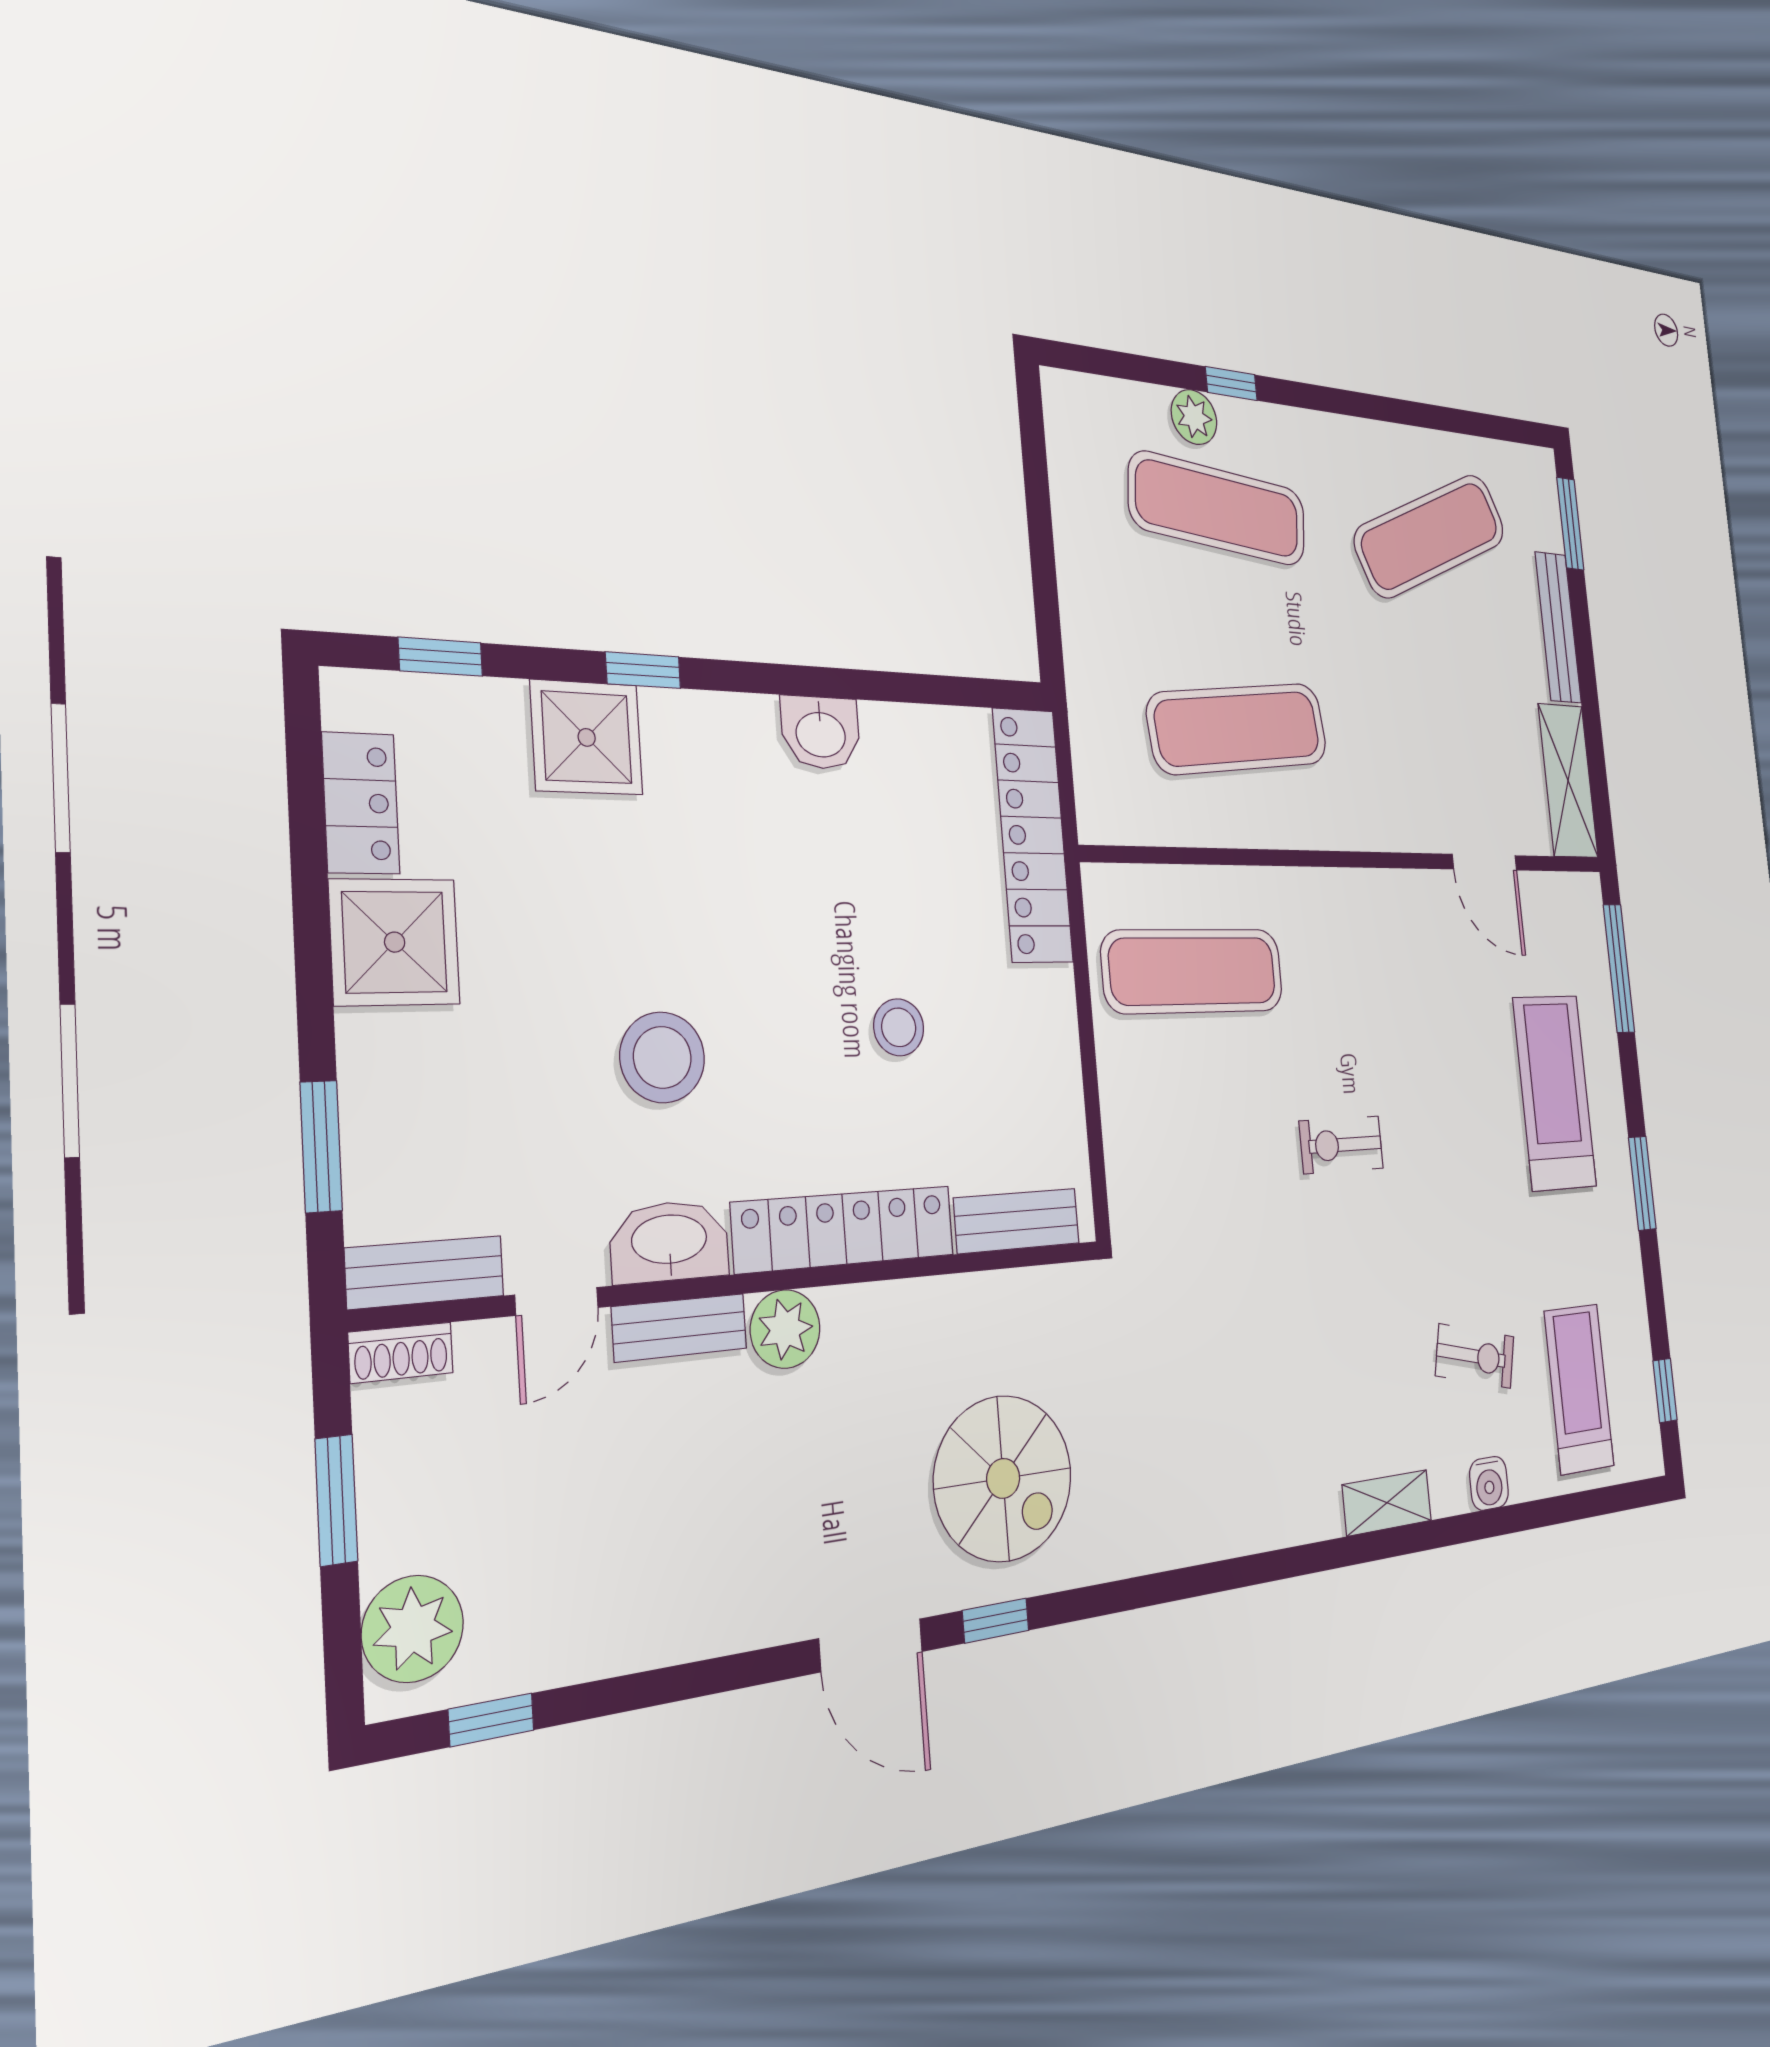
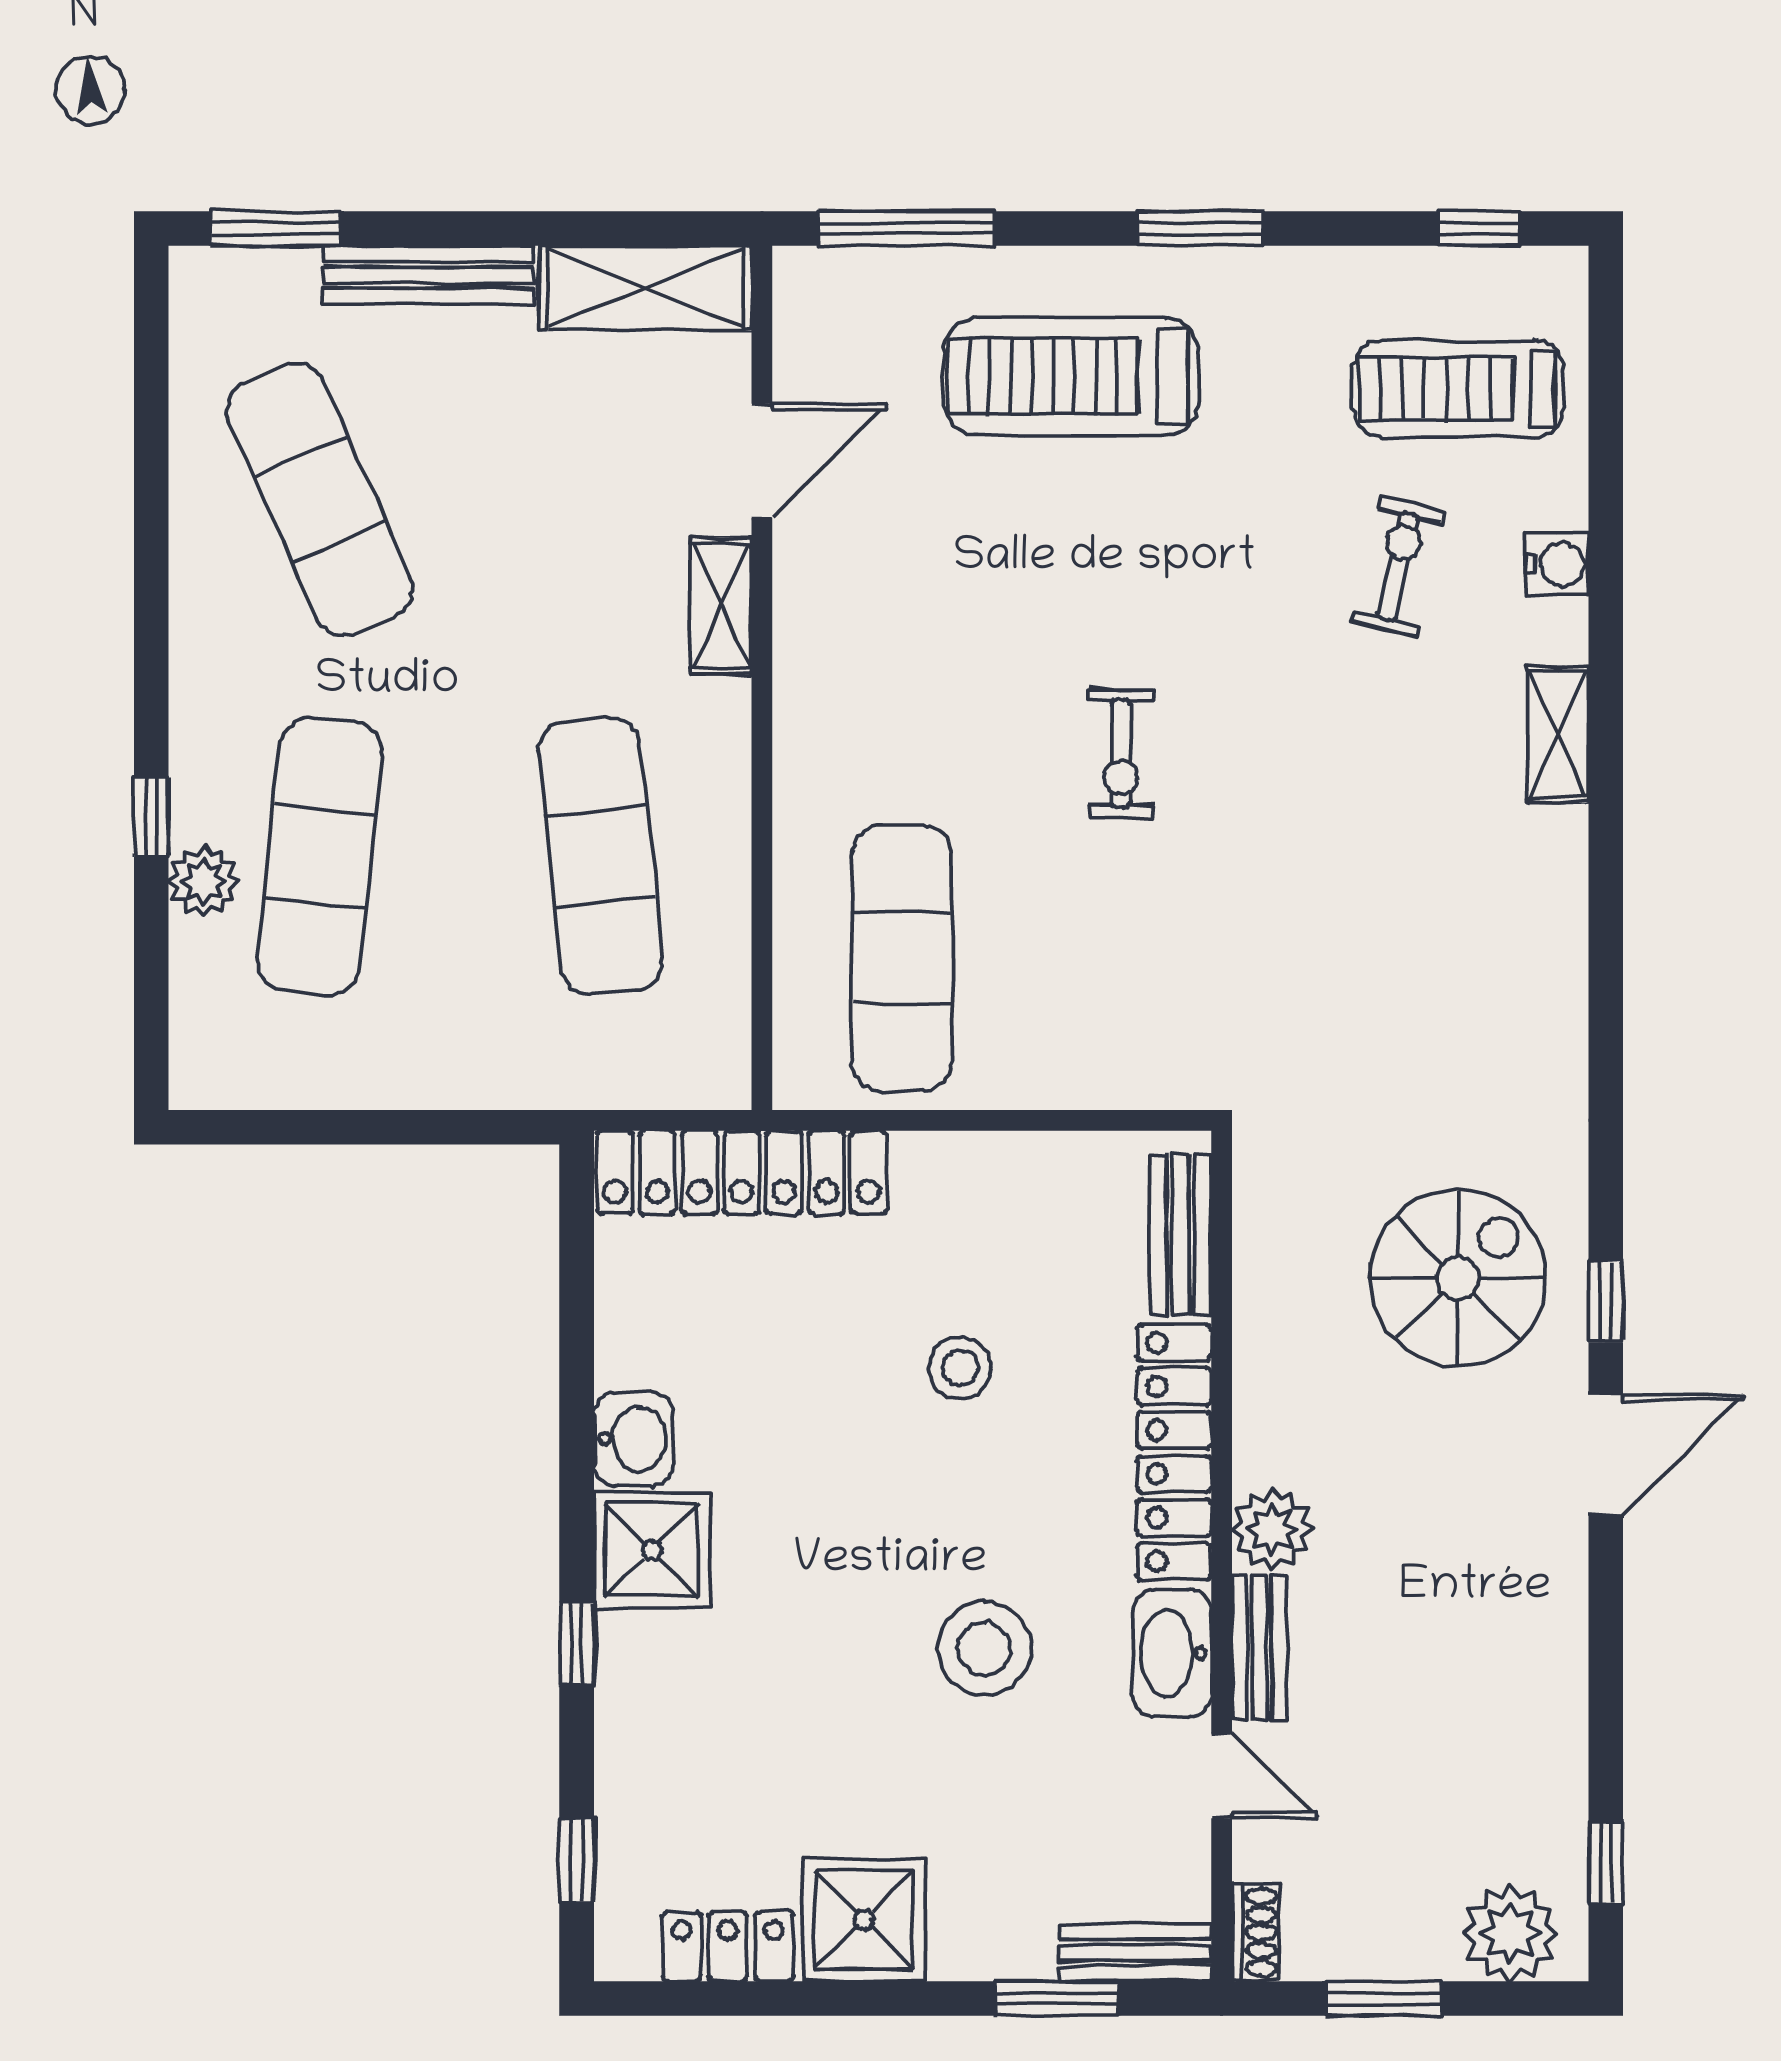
shower: (587, 737) -> (652, 1550), moved
shelving: (1399, 829) -> (721, 606), added
bench: (425, 1272) -> (1135, 1952), moved, turned 90

